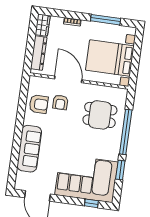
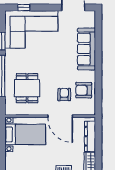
bed with nightstands: (110, 58) -> (25, 134), width x0.73
dining table: (100, 115) -> (27, 88), turned 90

